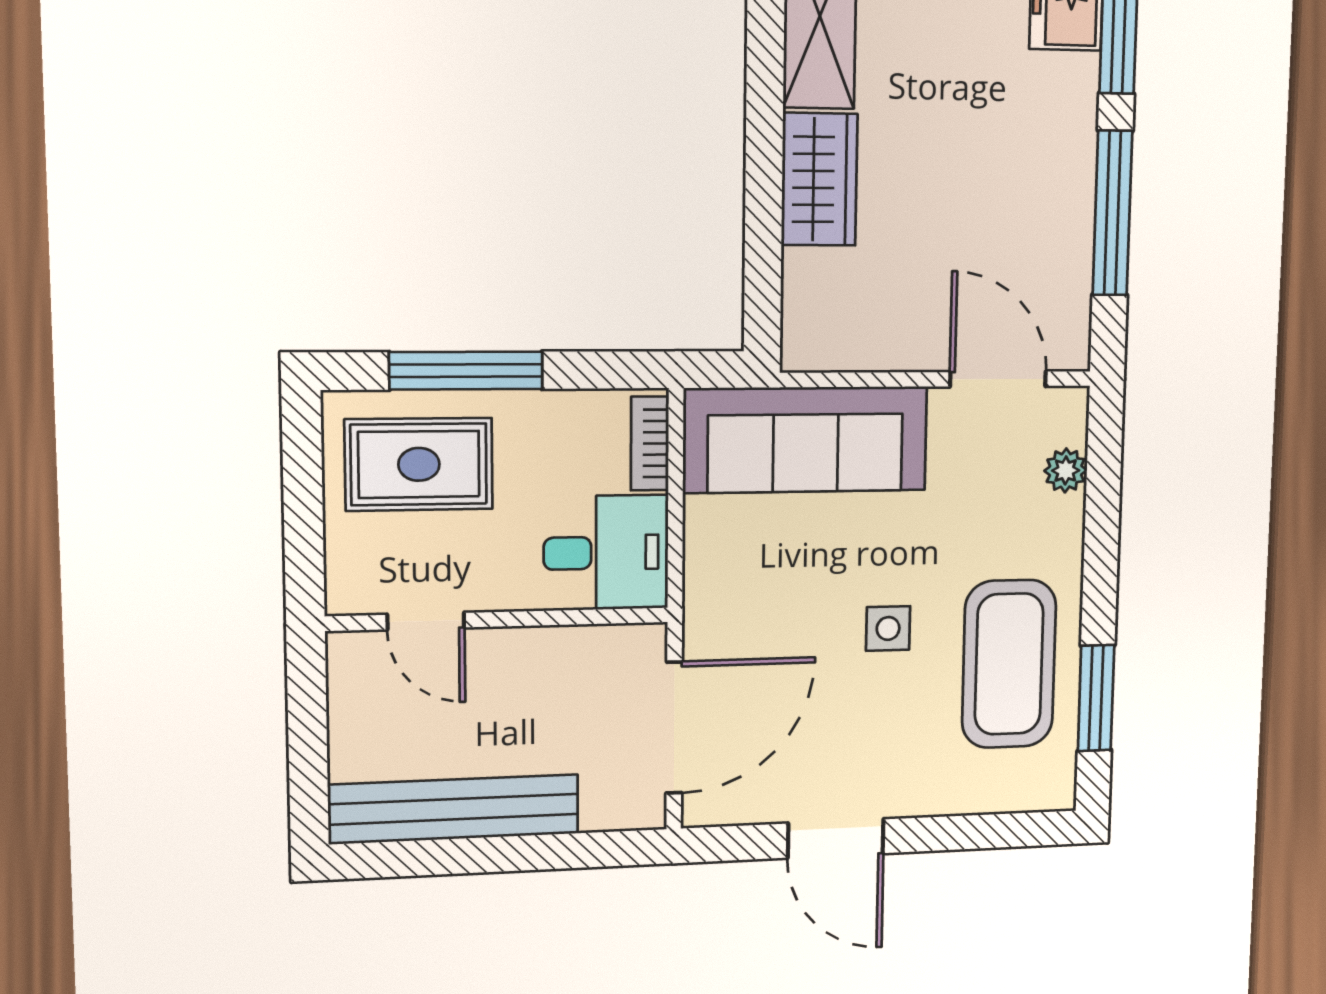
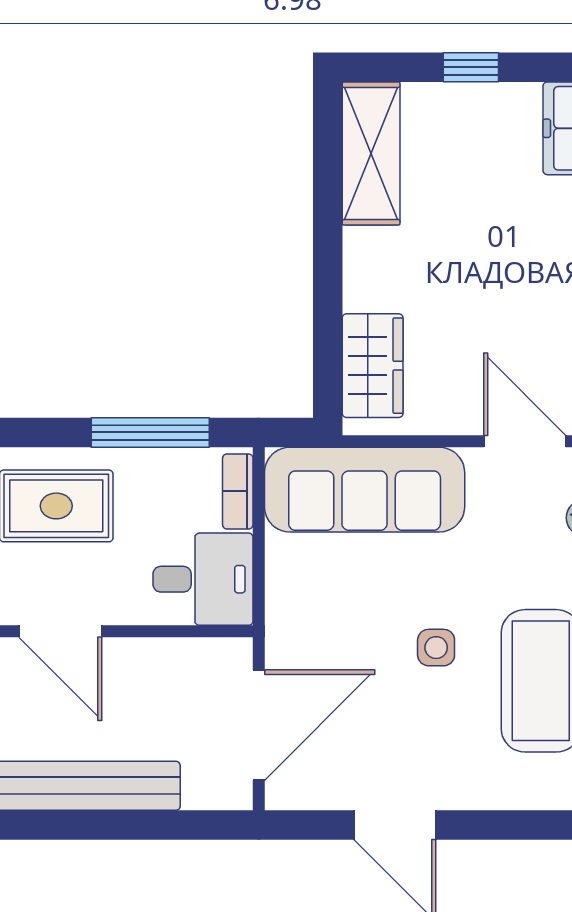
wardrobe: (819, 179) -> (373, 366), moved
window: (466, 371) -> (150, 432), moved
door: (426, 621) -> (60, 631), width x1.38

